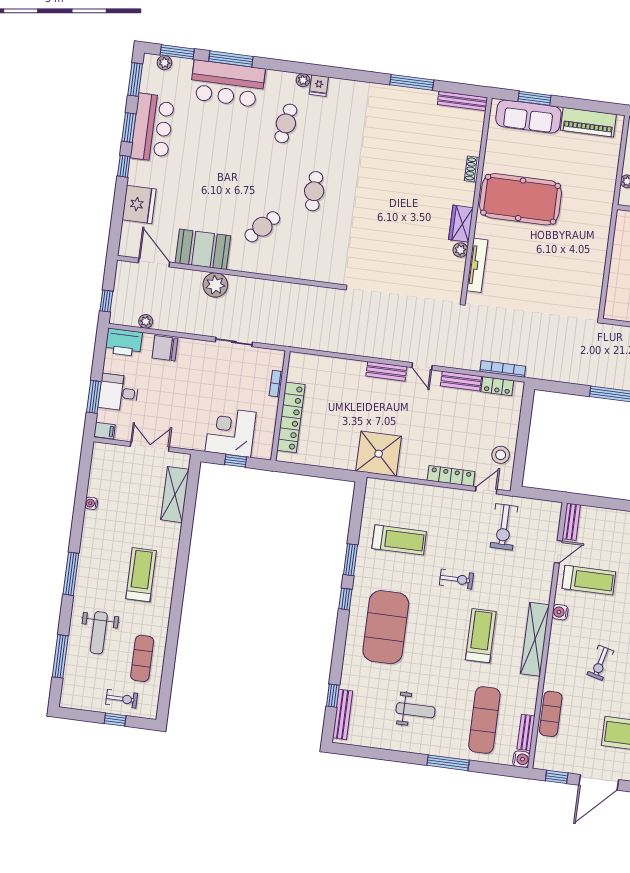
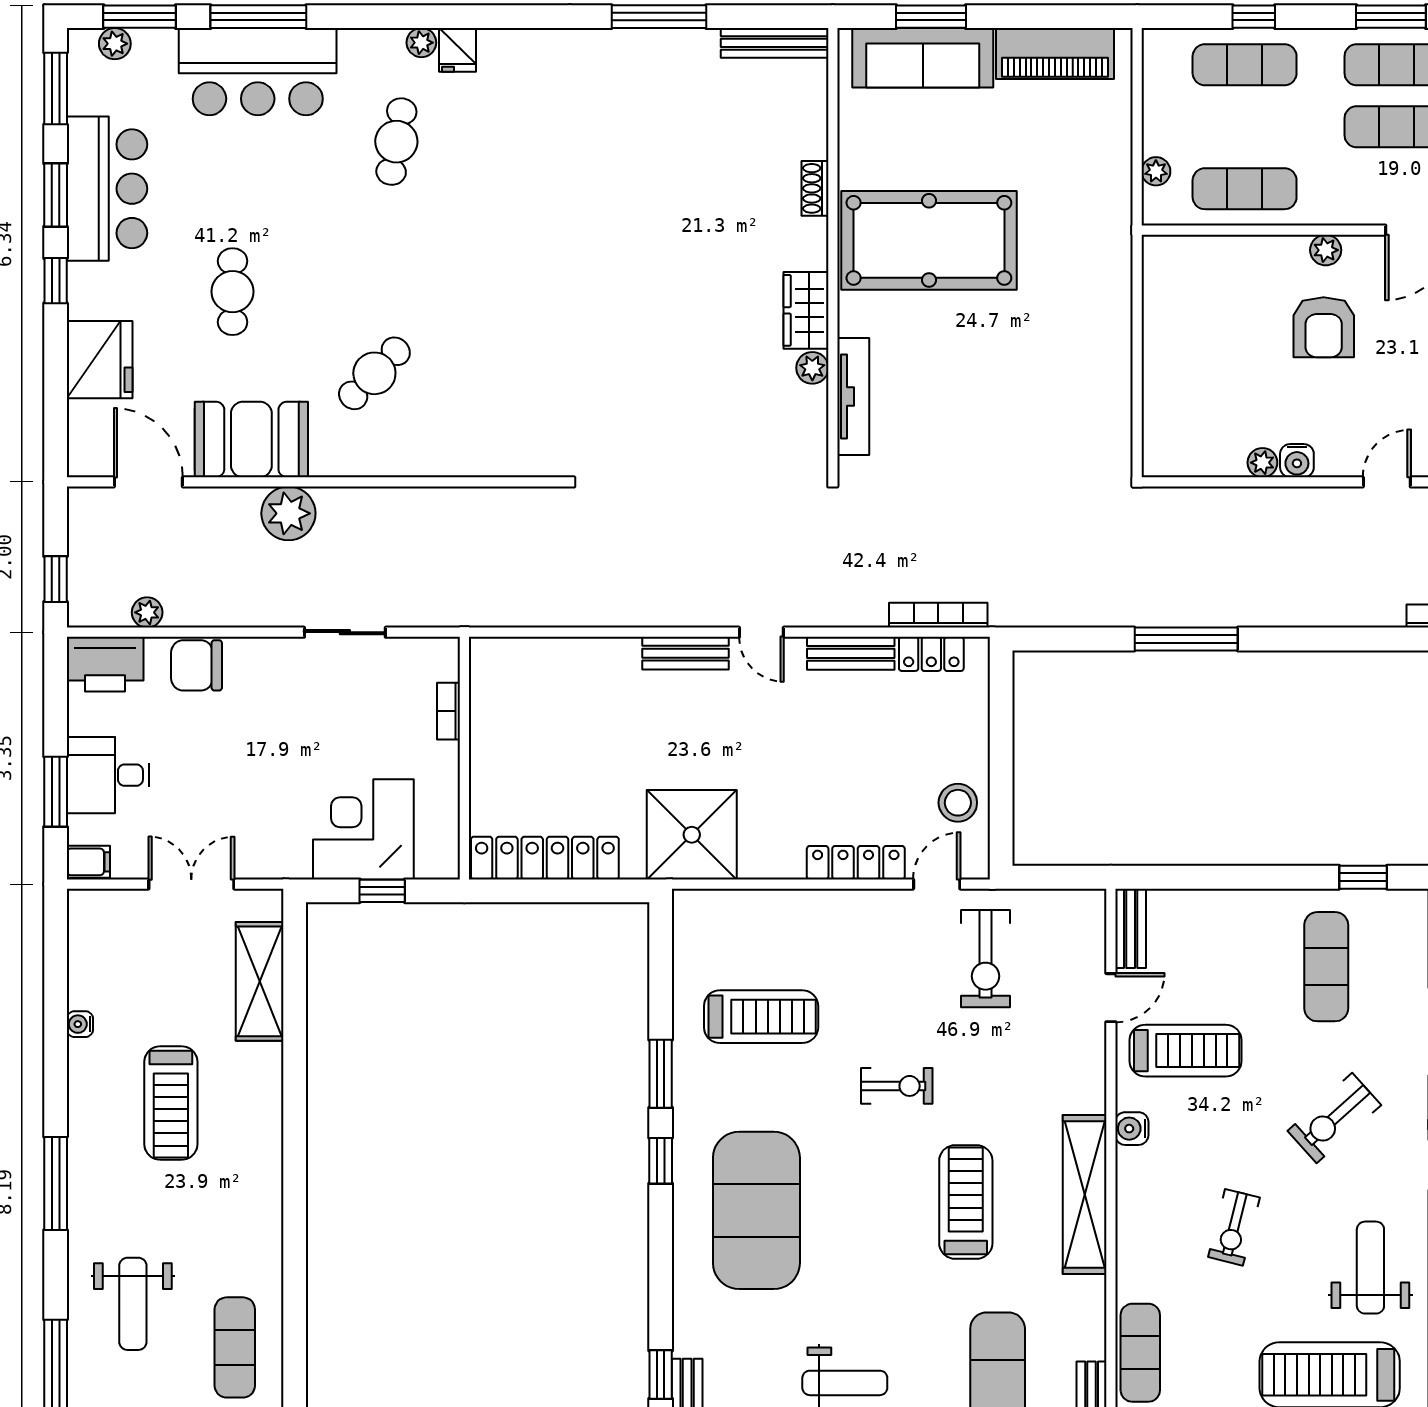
cafe table: (314, 191) -> (233, 292), moved
locker: (291, 417) -> (545, 858), moved, turned -90
treadmill: (141, 575) -> (171, 1103), moved, turned 180

